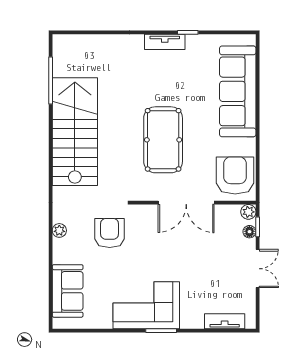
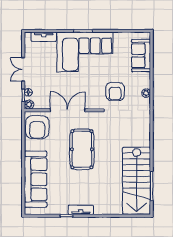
stairs: (75, 132) -> (137, 181), moved
corner sofa: (146, 305) -> (85, 52), width x1.36, depth x1.36

